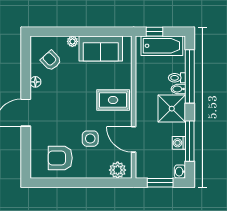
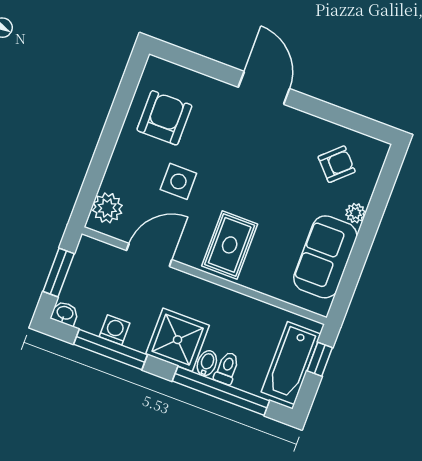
floor lamp: (35, 82) -> (310, 124), removed

